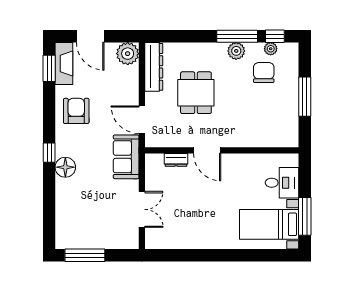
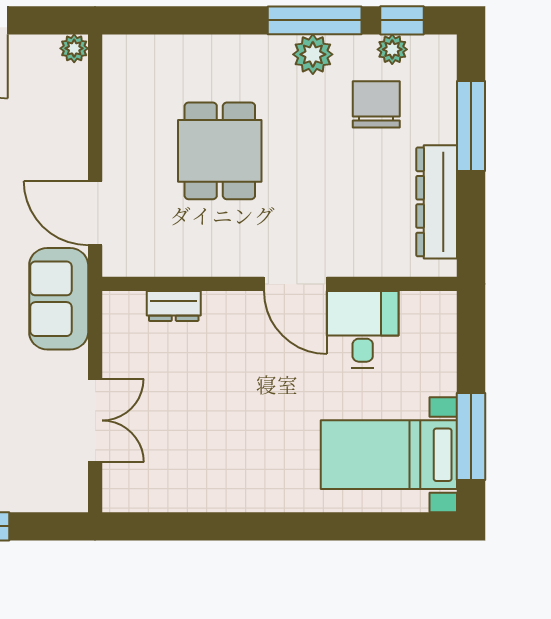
plant: (128, 54) -> (74, 48), width x0.53, depth x0.53
dresser: (154, 67) -> (437, 202), moved, turned 180
window: (305, 97) -> (471, 126), moved
door: (207, 150) -> (295, 284), moved
desk: (282, 183) -> (363, 329), moved, turned -90

